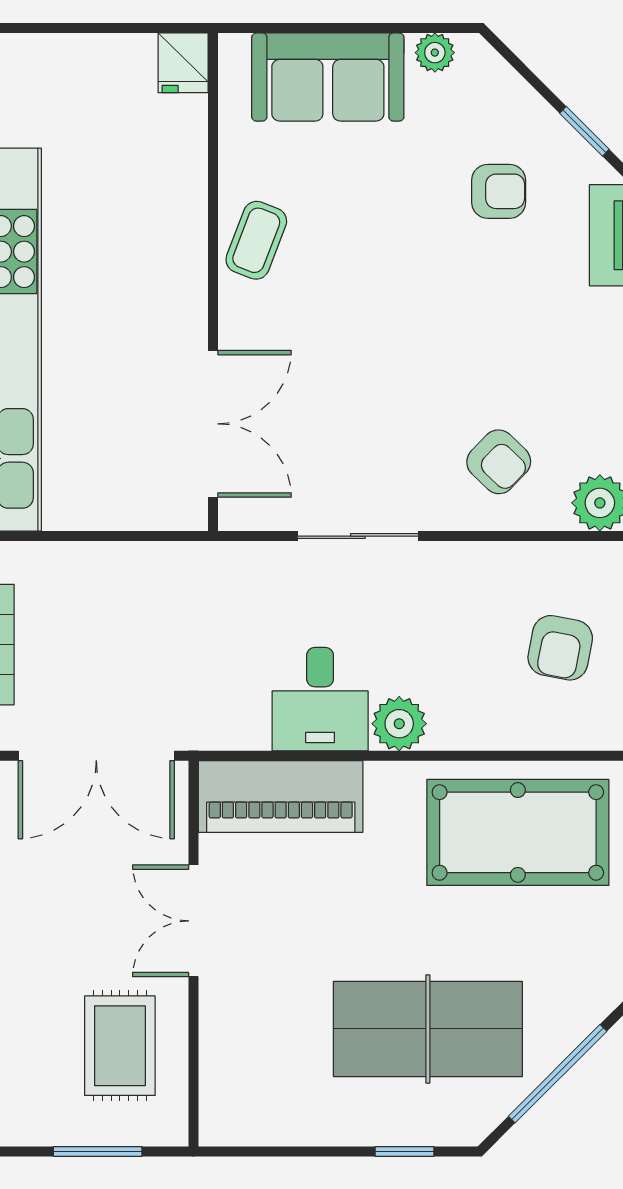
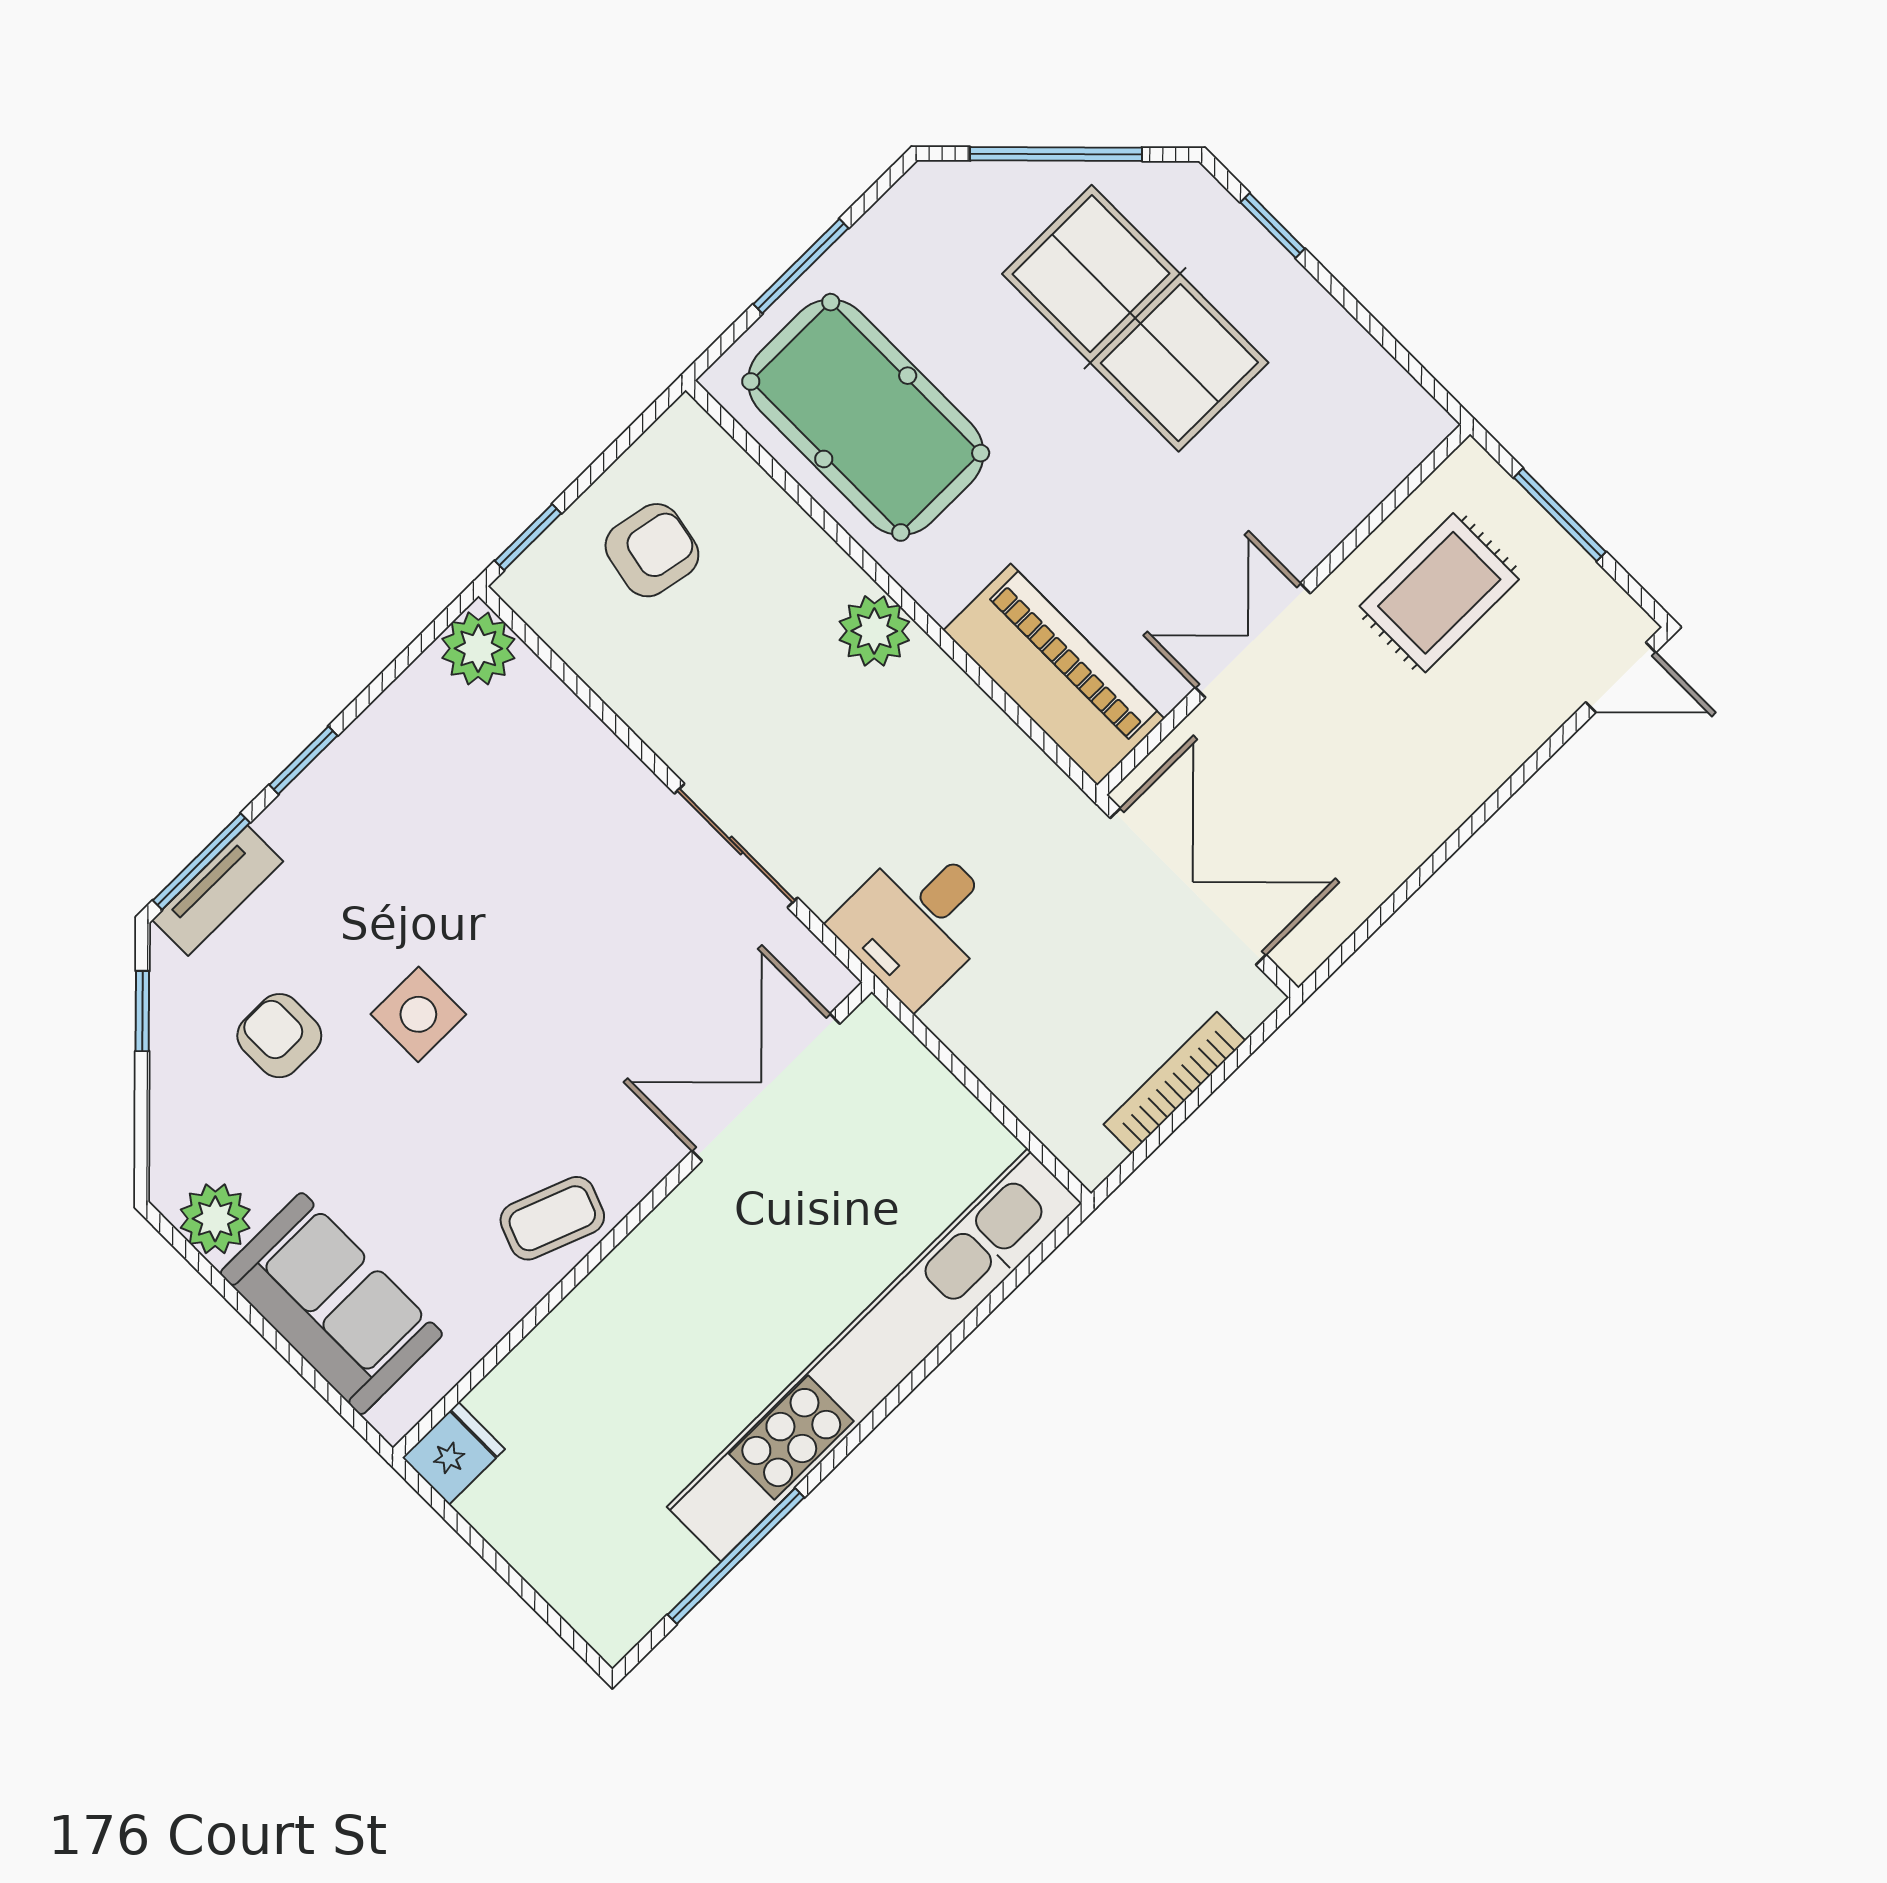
plant: (435, 53) -> (215, 1219), width x1.38, depth x1.38
side table: (436, 277) -> (418, 1014), added
armchair: (499, 462) -> (534, 782), removed
desk: (320, 699) -> (917, 921), moved, turned 180
double door: (193, 921) -> (1253, 640), swing flipped

